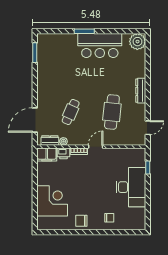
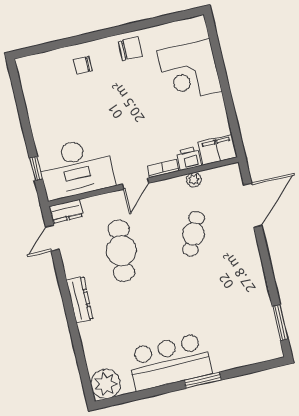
dresser: (50, 140) -> (66, 211), moved
desk: (131, 187) -> (76, 168), moved, turned -90

